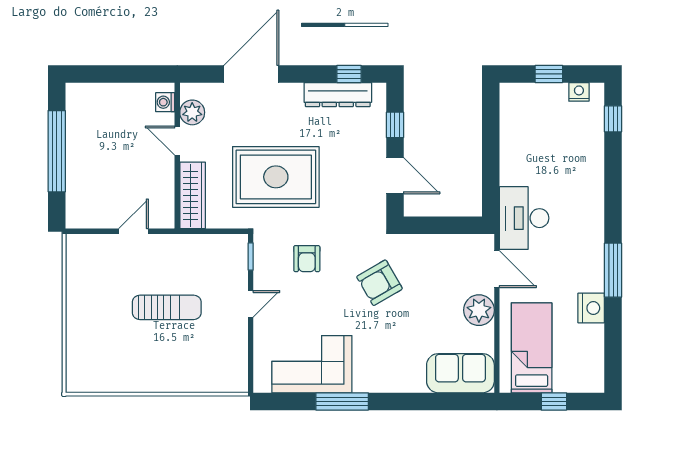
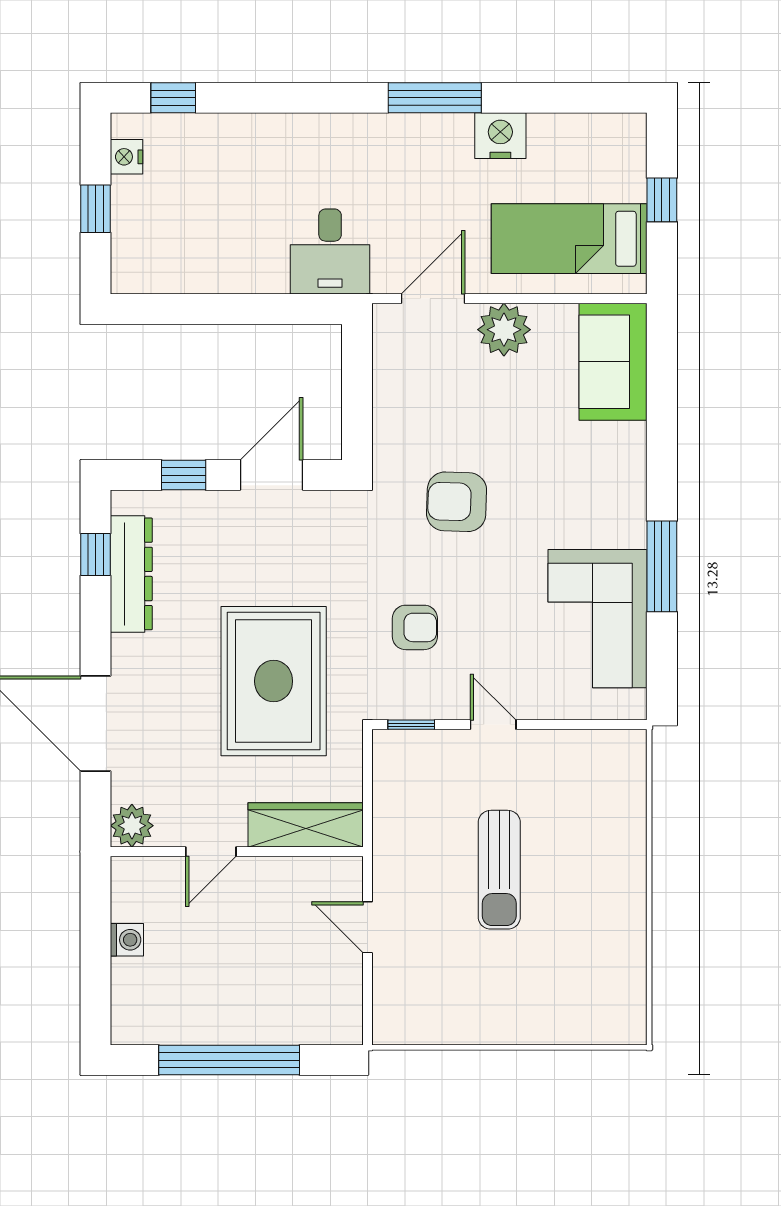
washing machine: (165, 102) -> (127, 940), moved, turned -90
plant: (192, 112) -> (132, 826), moved
desk: (524, 218) -> (330, 252), width x0.73
armchair: (379, 283) -> (457, 502), turned 122
sun lounger: (167, 307) -> (499, 870), turned 180

